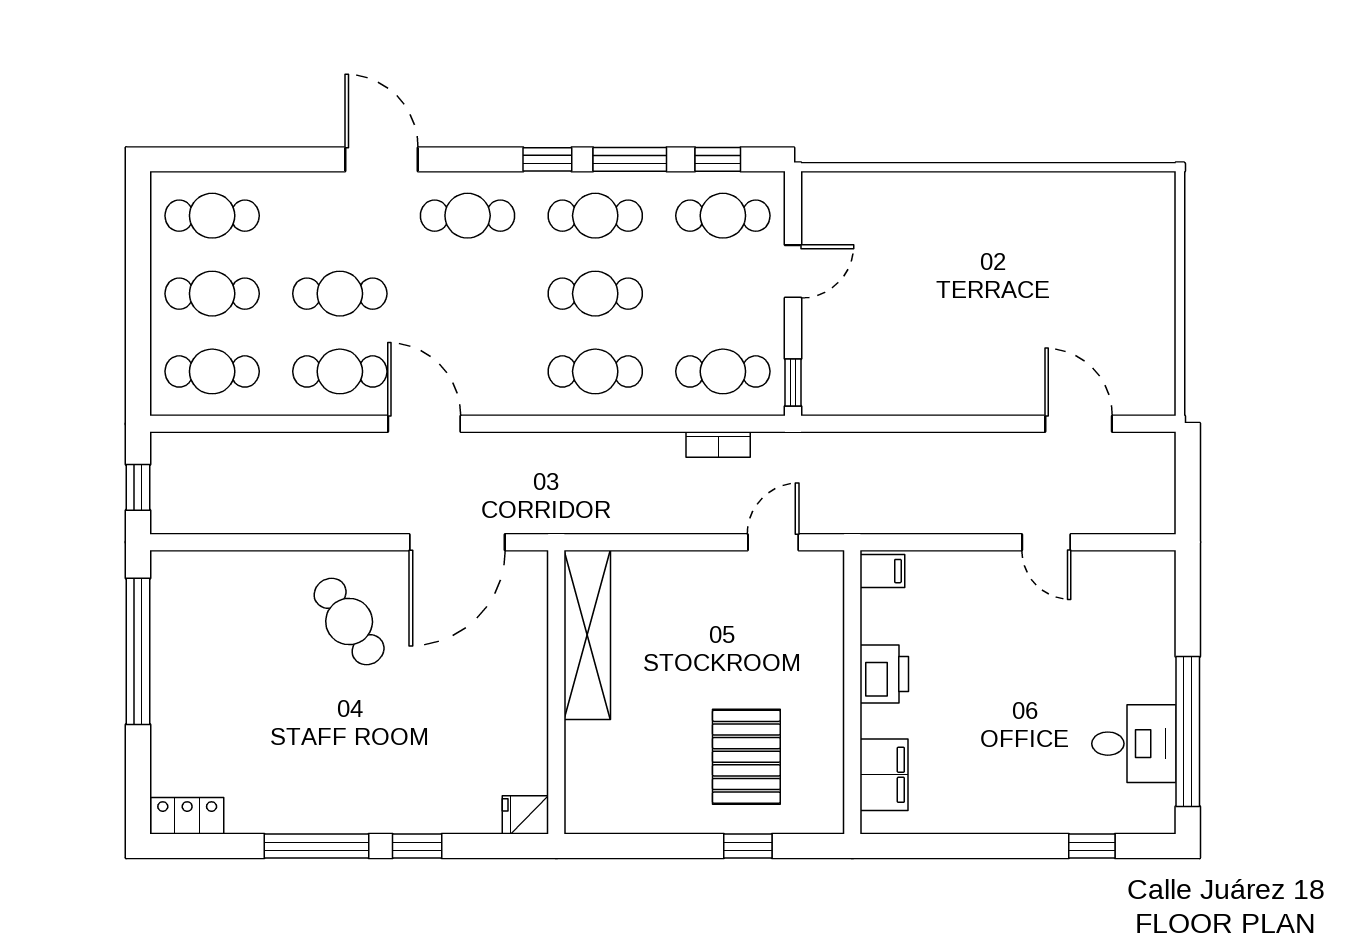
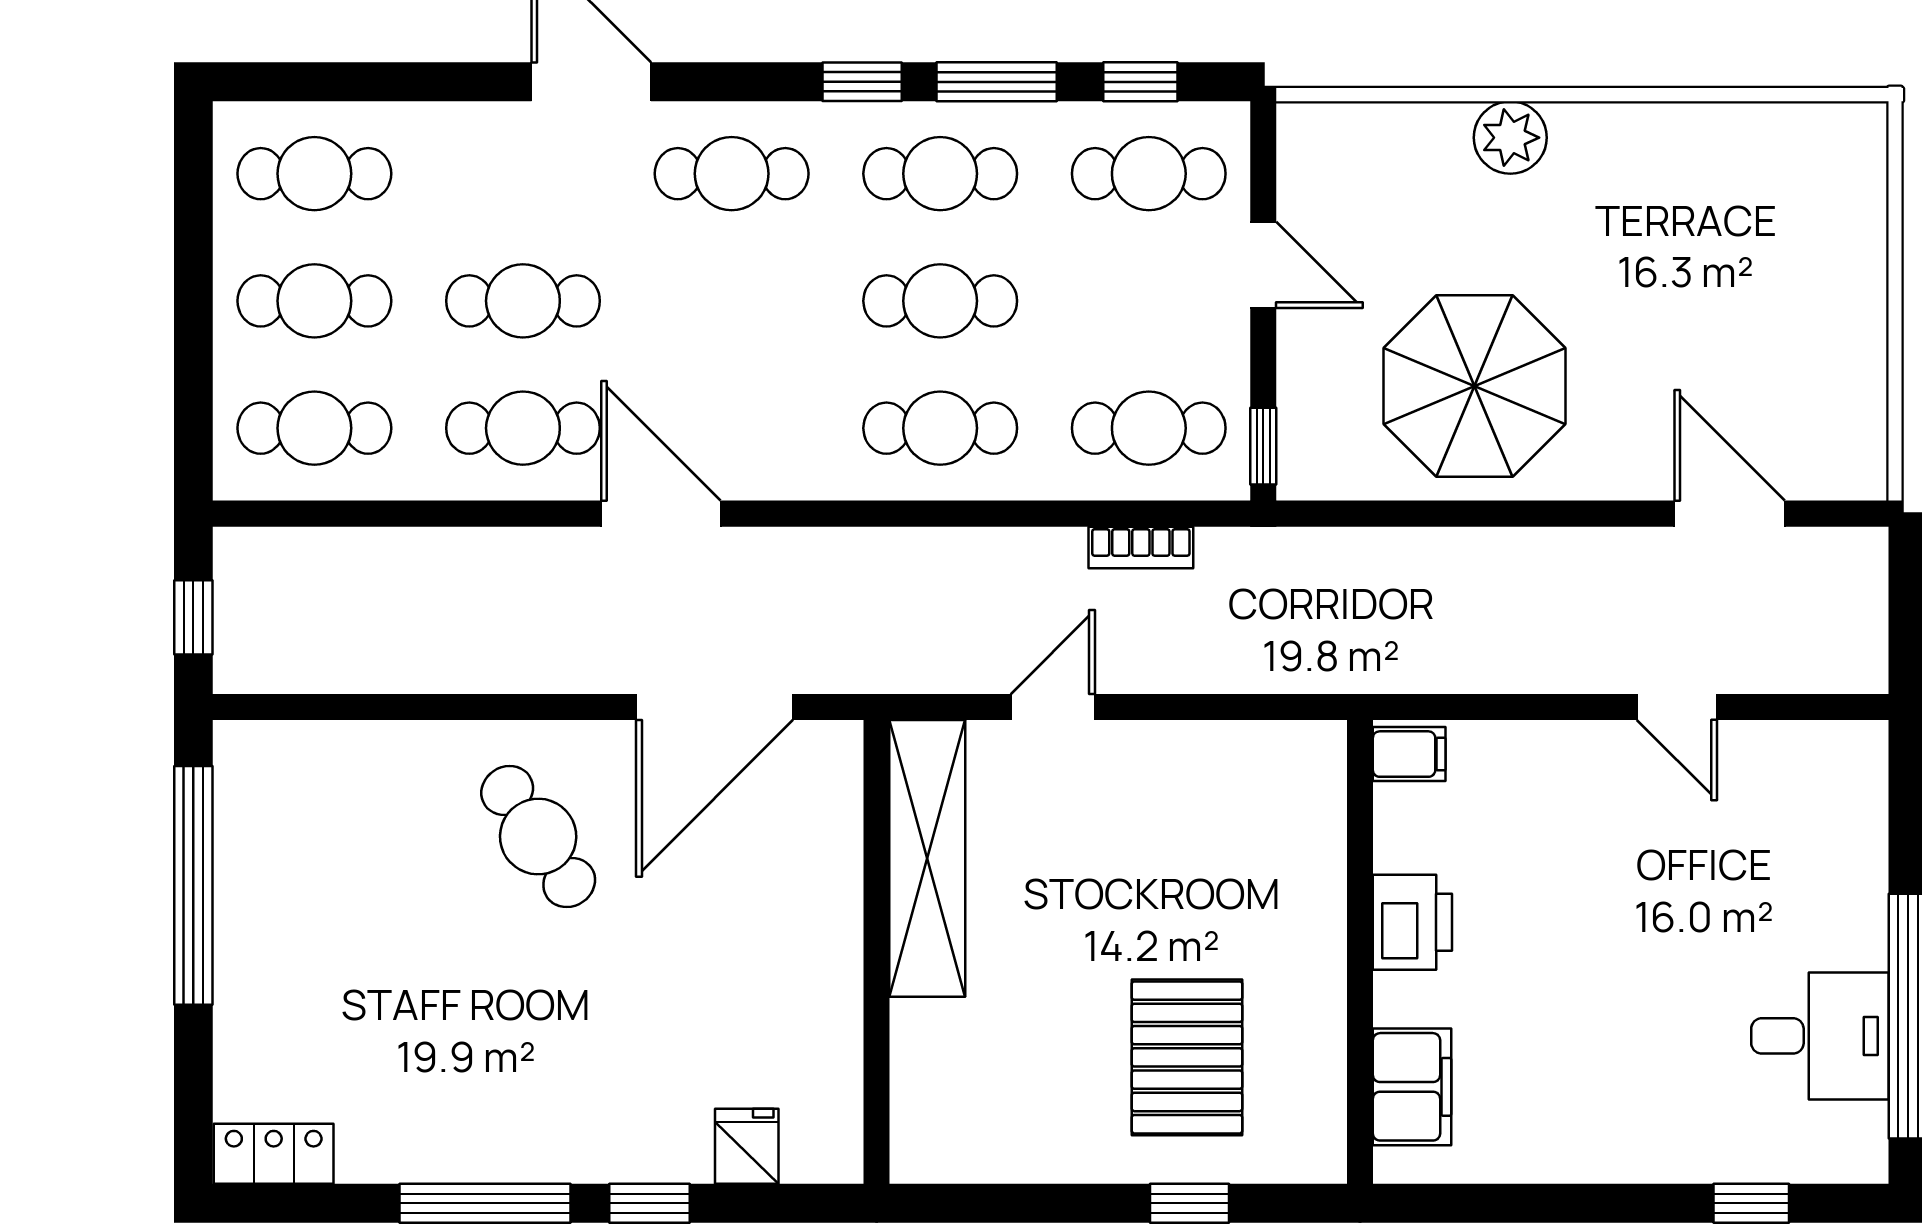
plant: (944, 194) -> (1510, 138), added
door: (793, 271) -> (1263, 265), hinge flipped
parasol: (922, 346) -> (1474, 386), added
door: (773, 542) -> (1053, 707), moved
fridge: (525, 815) -> (747, 1146), moved, turned 90

